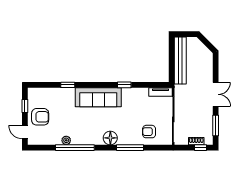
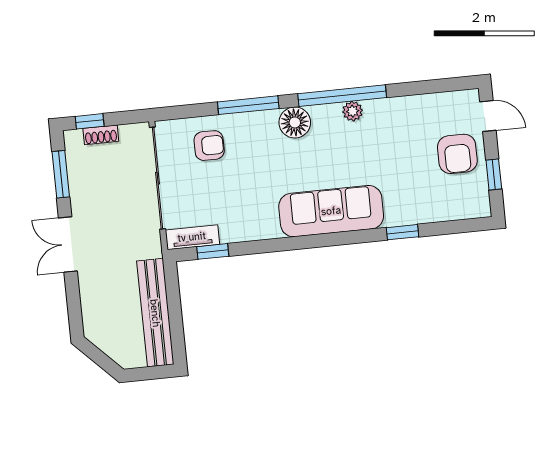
window: (124, 85) -> (213, 251), moved
armchair: (40, 117) -> (457, 154), turned -90
plant: (66, 140) -> (353, 111), moved
window: (75, 148) -> (342, 96), moved

